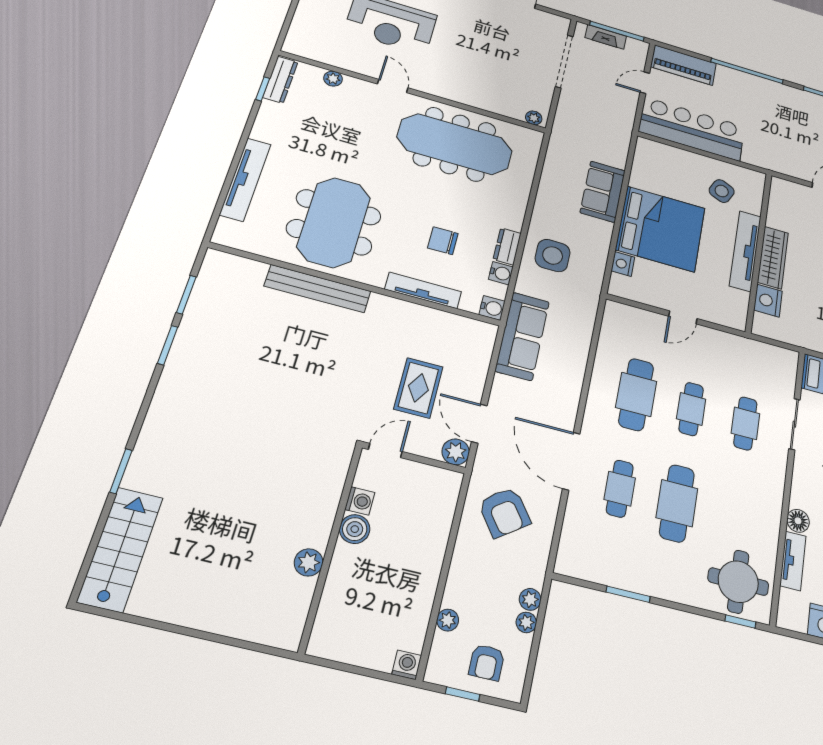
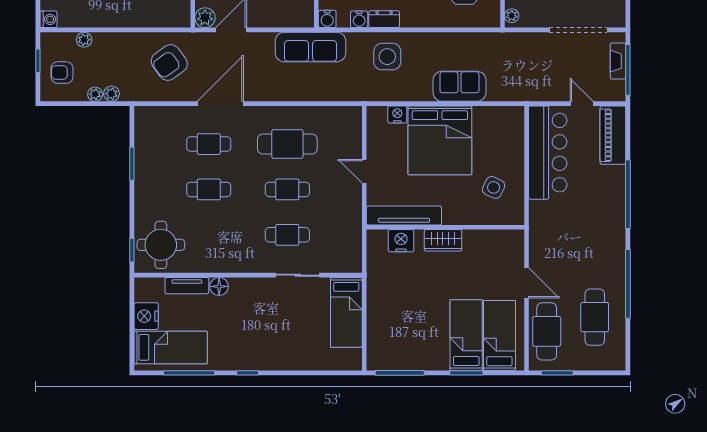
tv unit: (745, 251) -> (404, 215), moved
wardrobe: (773, 257) -> (443, 240), width x0.67
cafe table: (677, 503) -> (209, 189), width x0.73, depth x0.74

